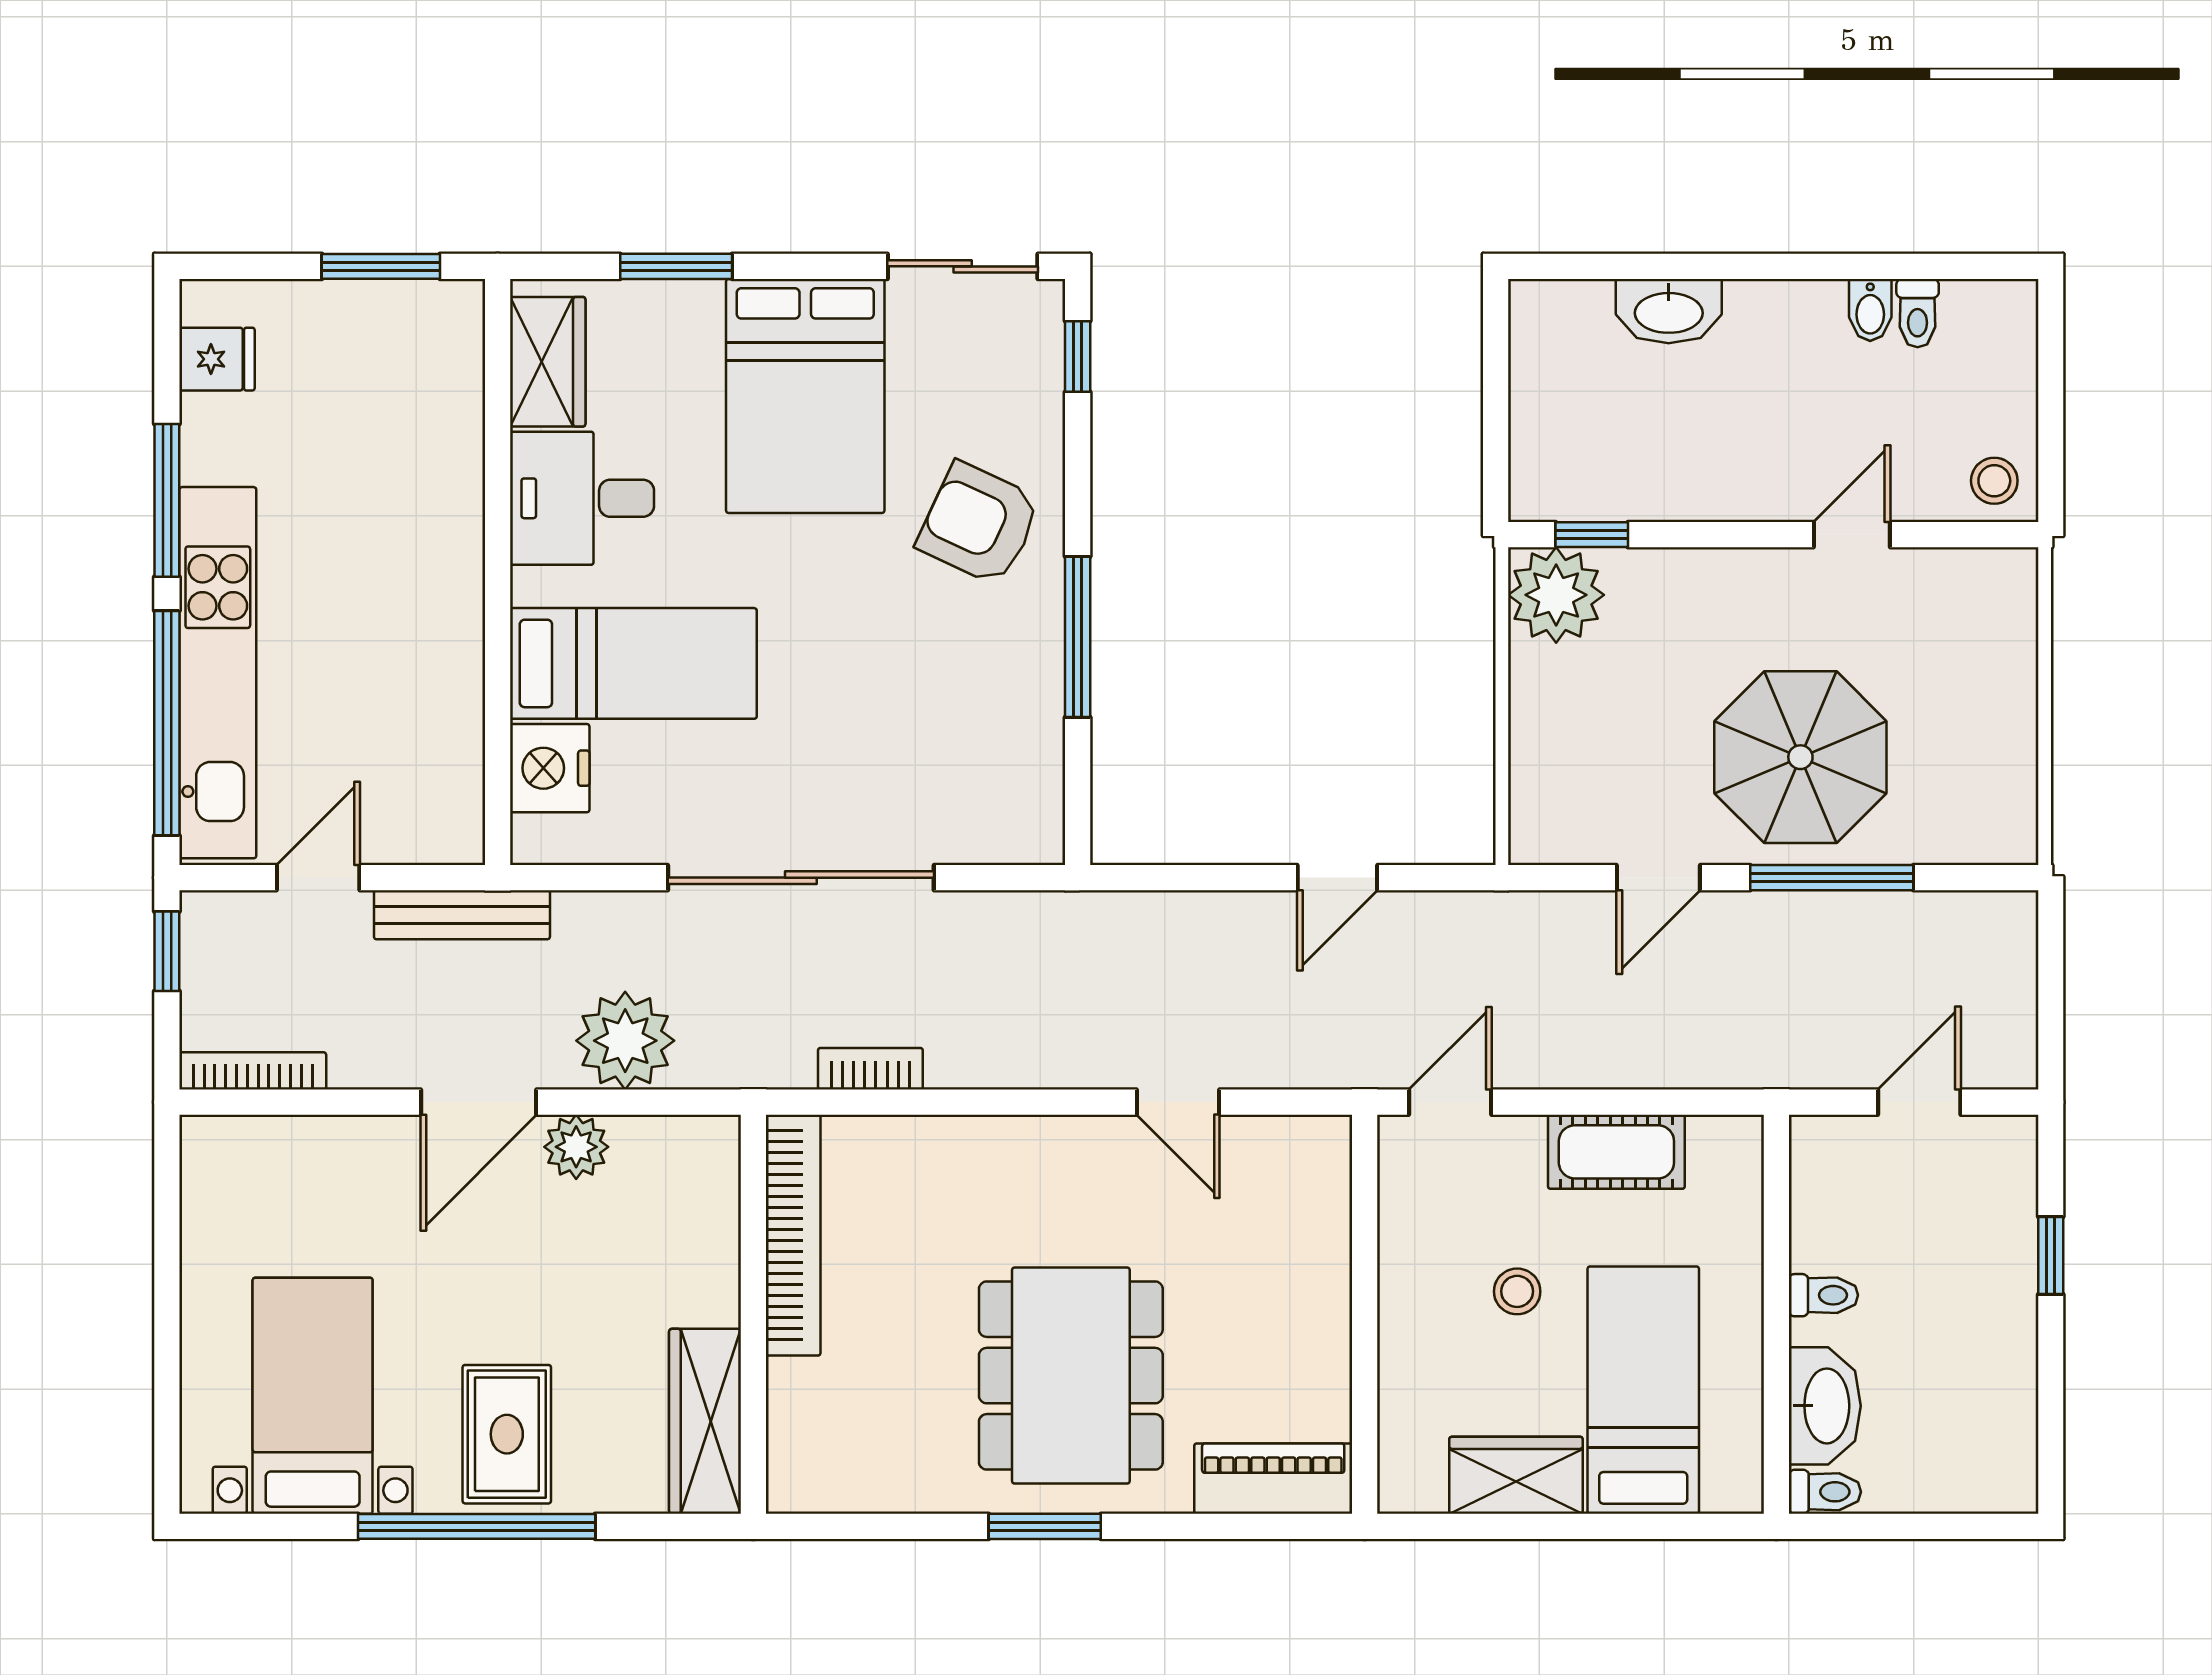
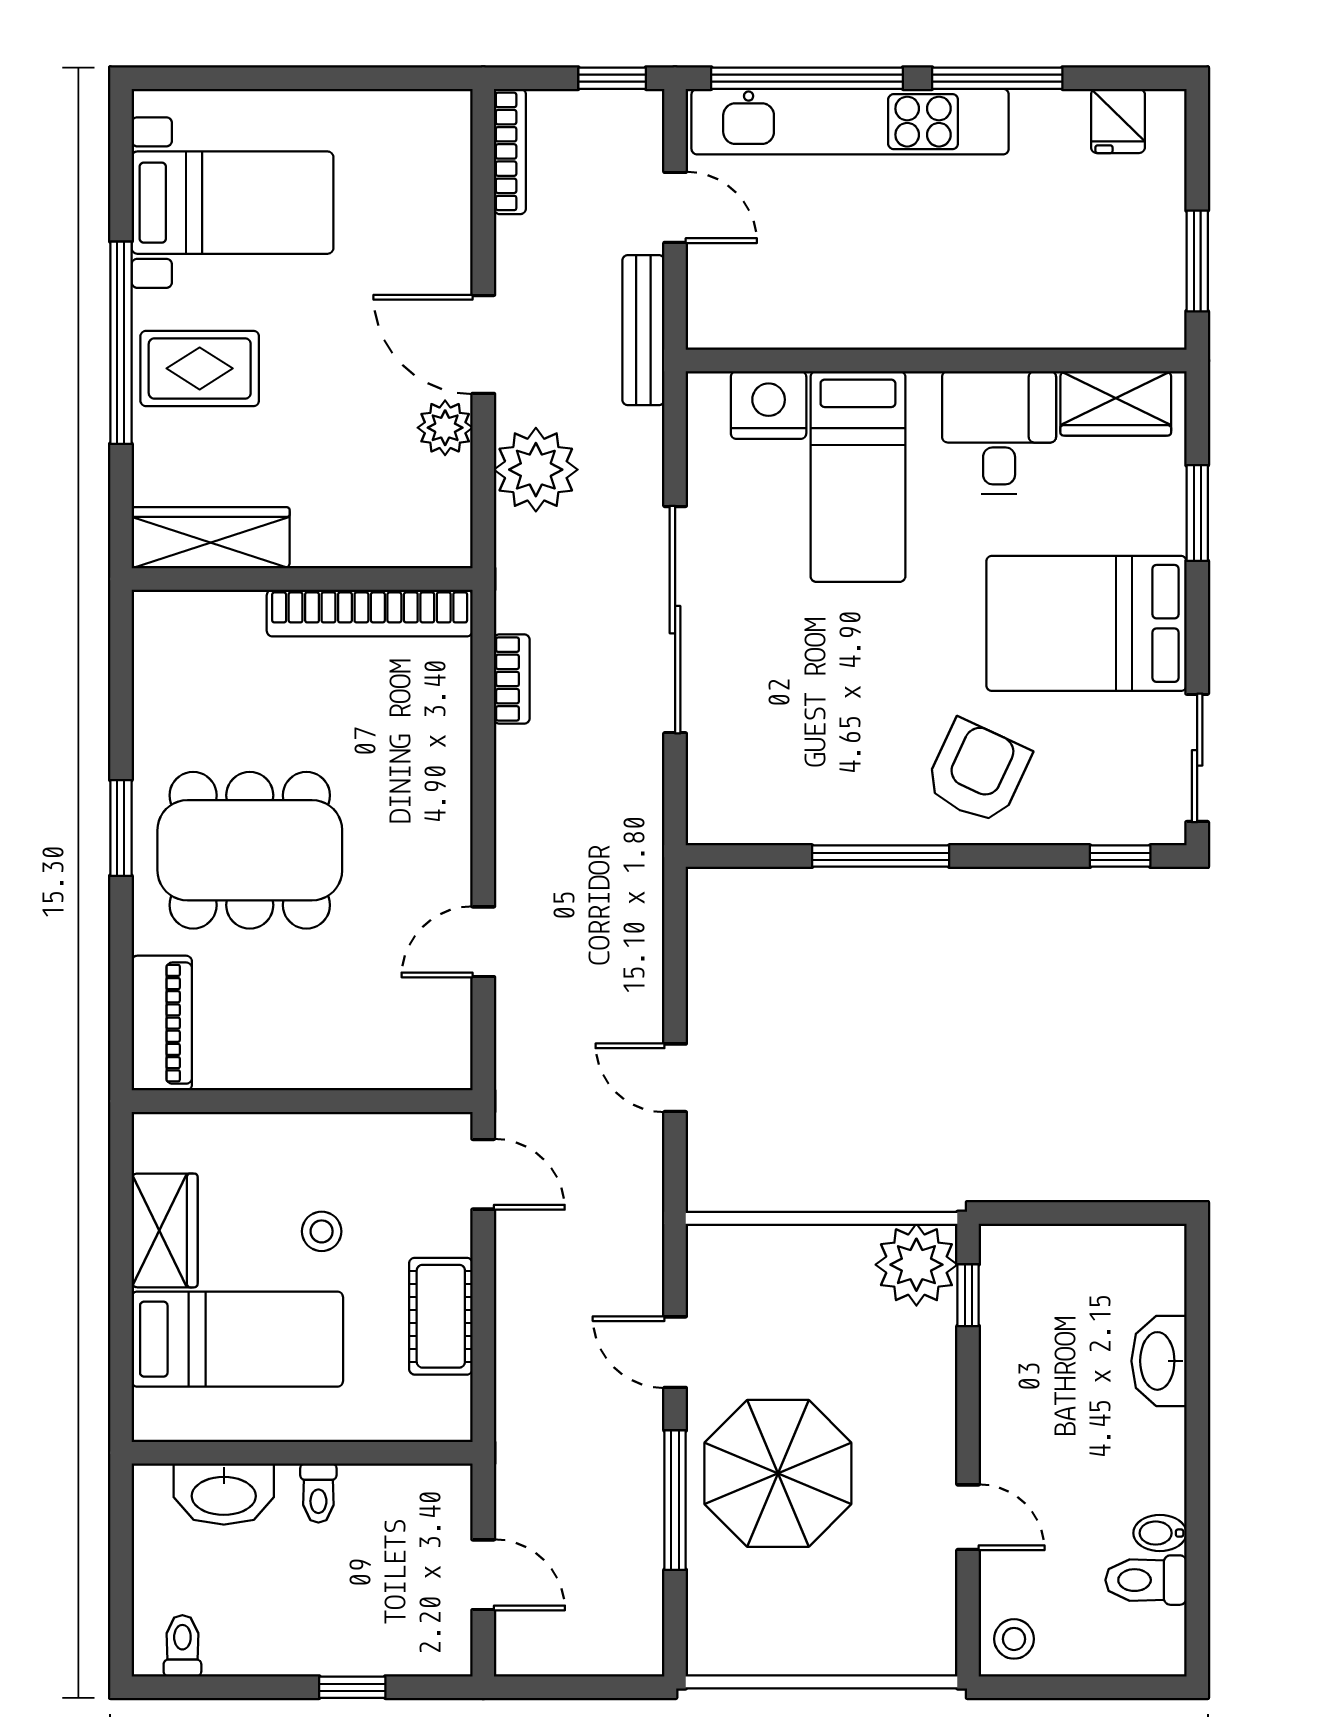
toilet: (1918, 313) -> (1146, 1580), width x1.37, depth x1.39
toilet: (1825, 1492) -> (182, 1646), moved, turned 180

